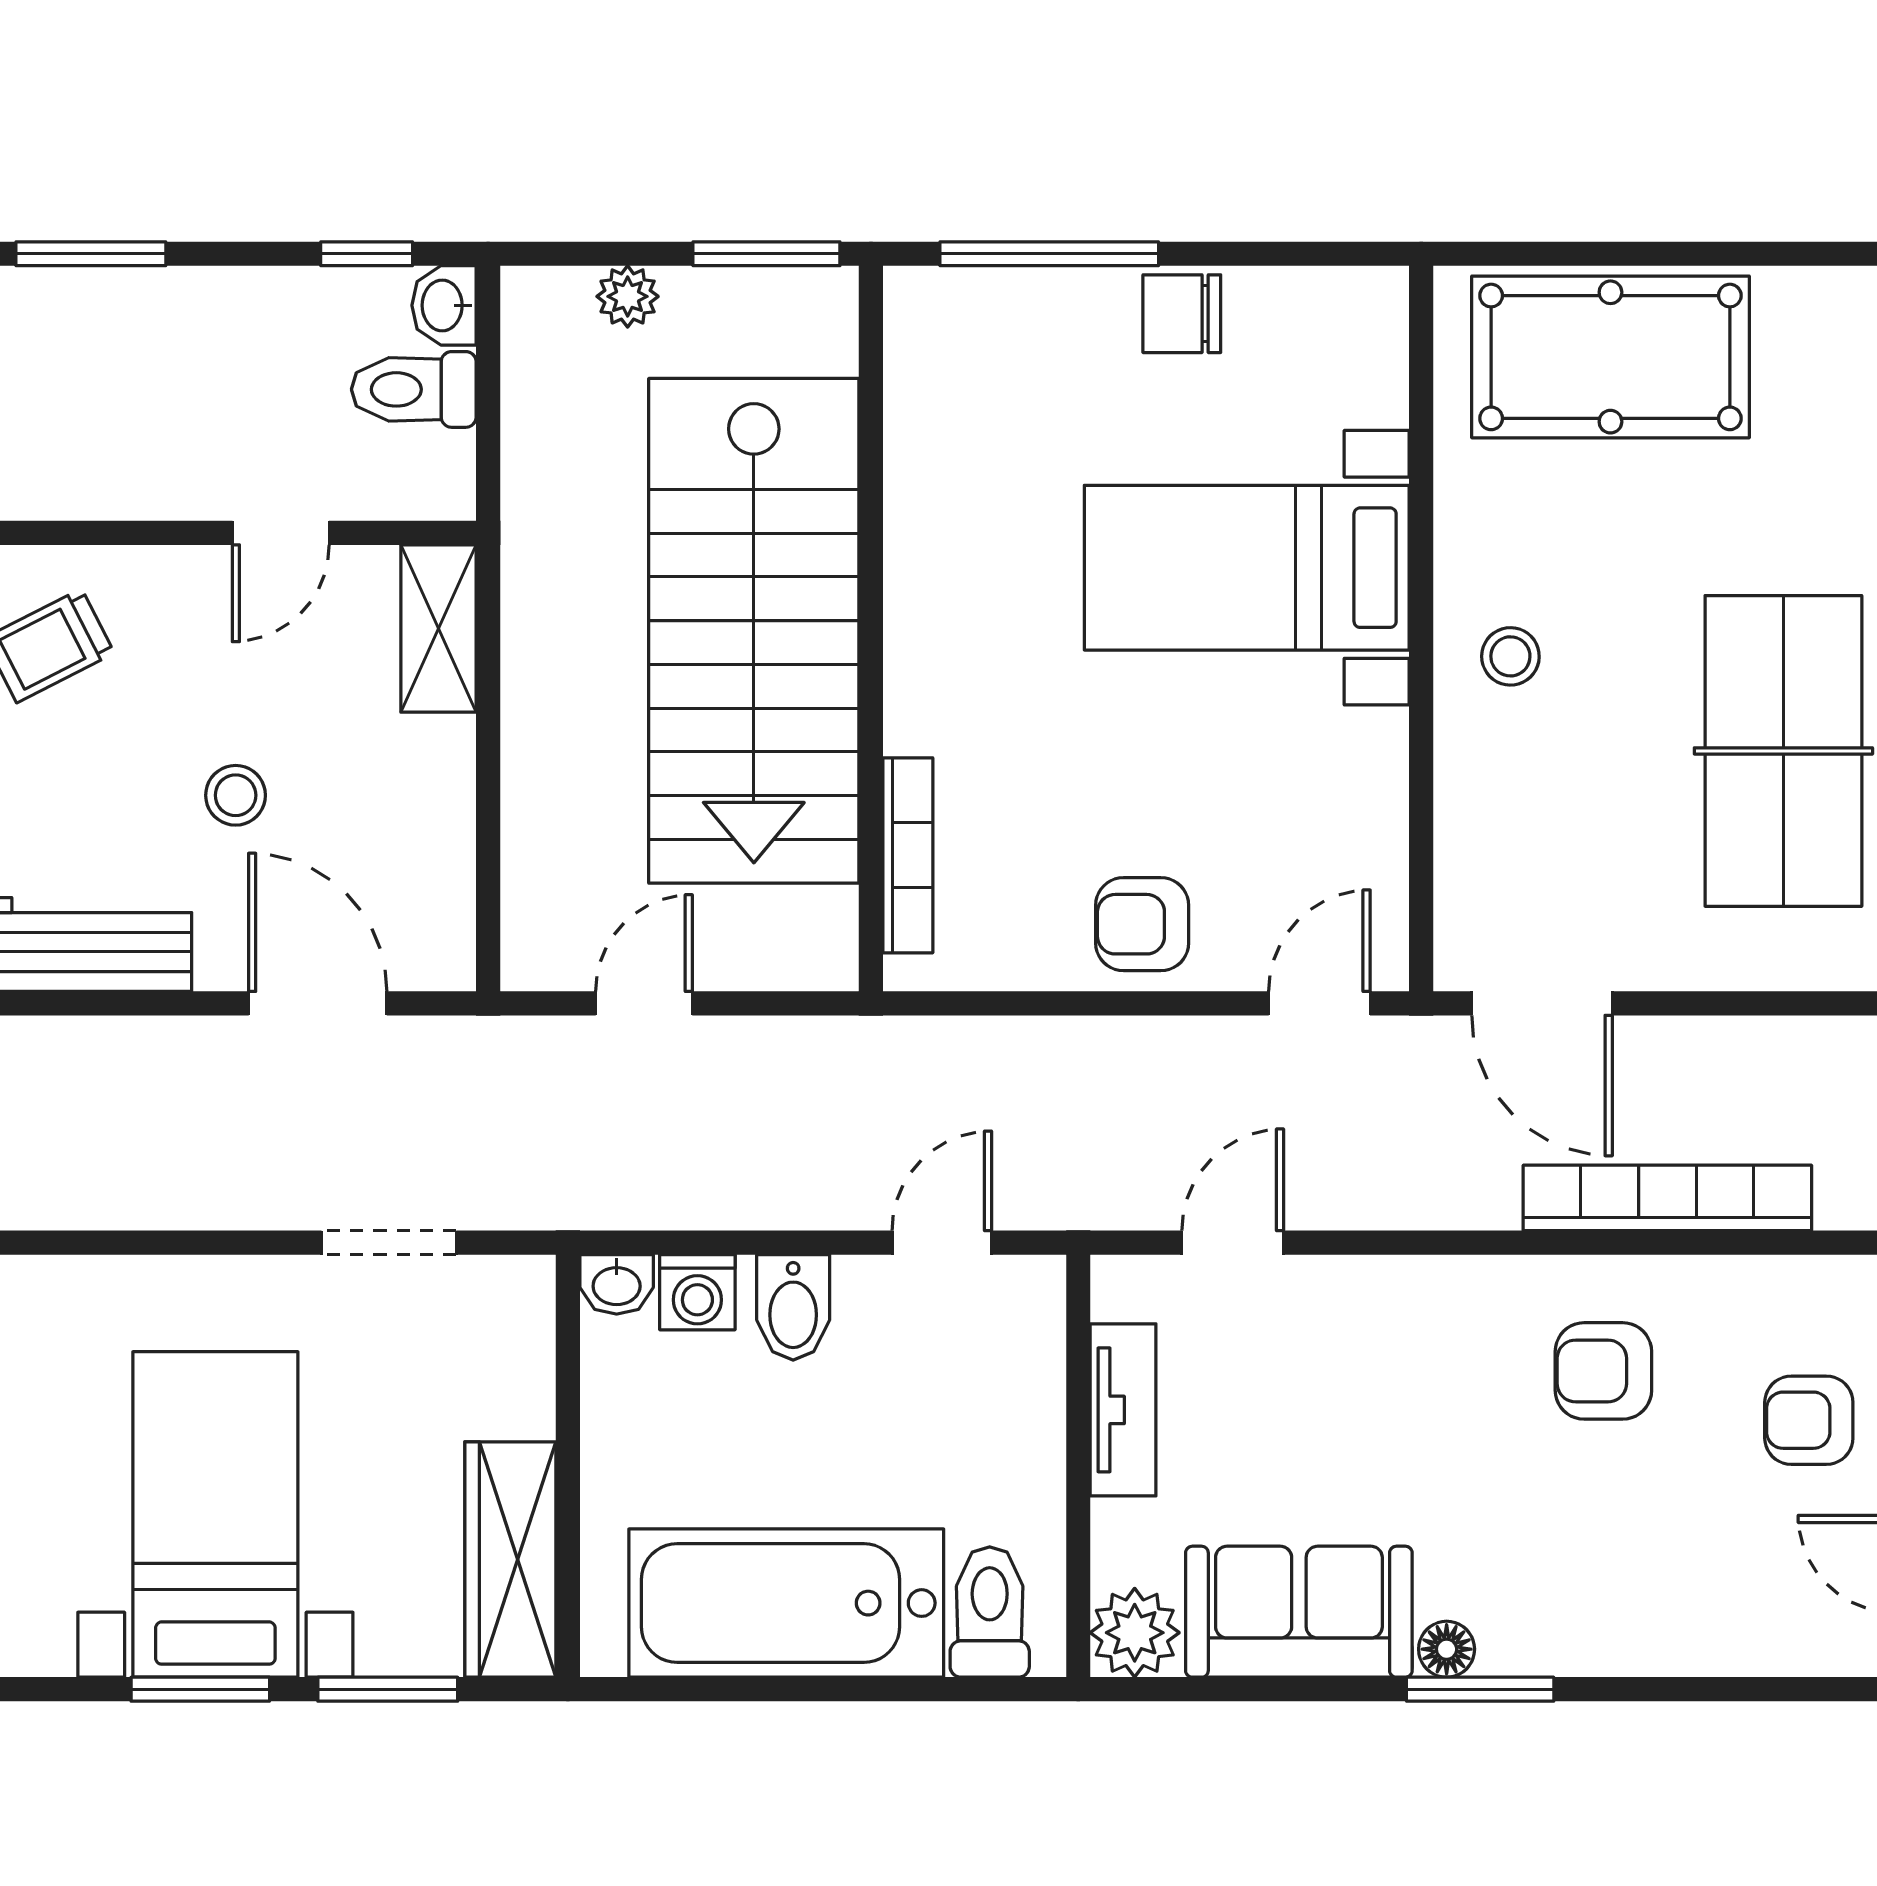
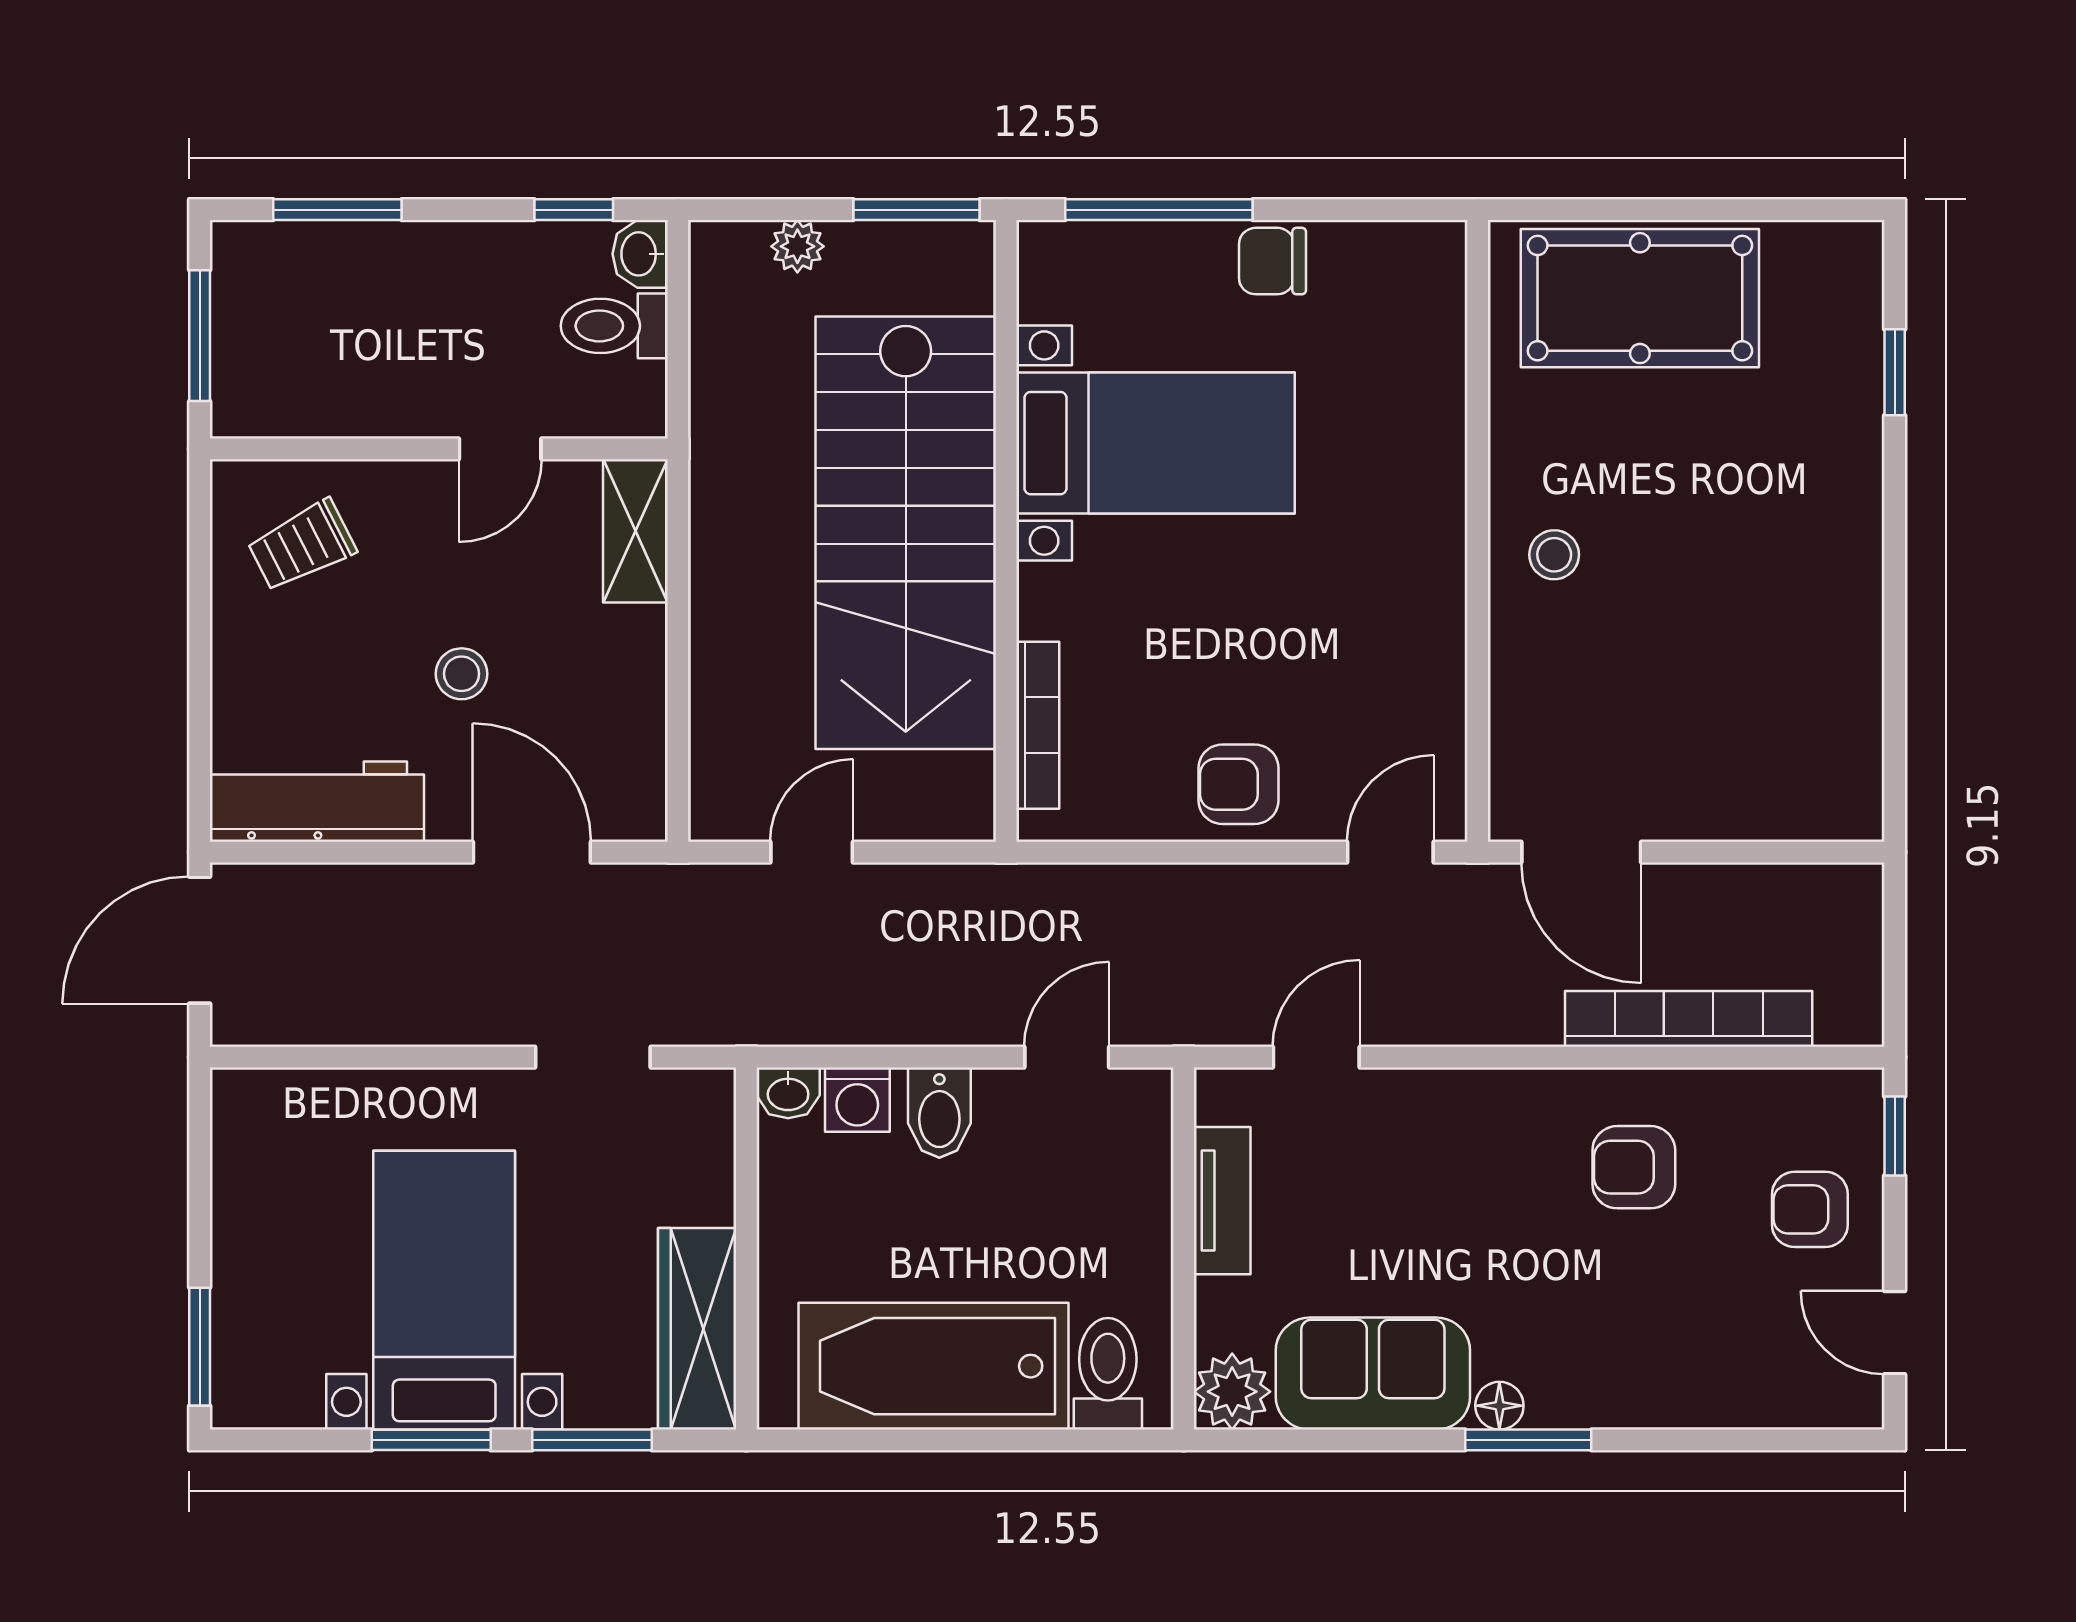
bed with nightstands: (1247, 568) -> (1156, 443), moved, turned 180
table tennis table: (1783, 751) -> (1788, 636), removed

